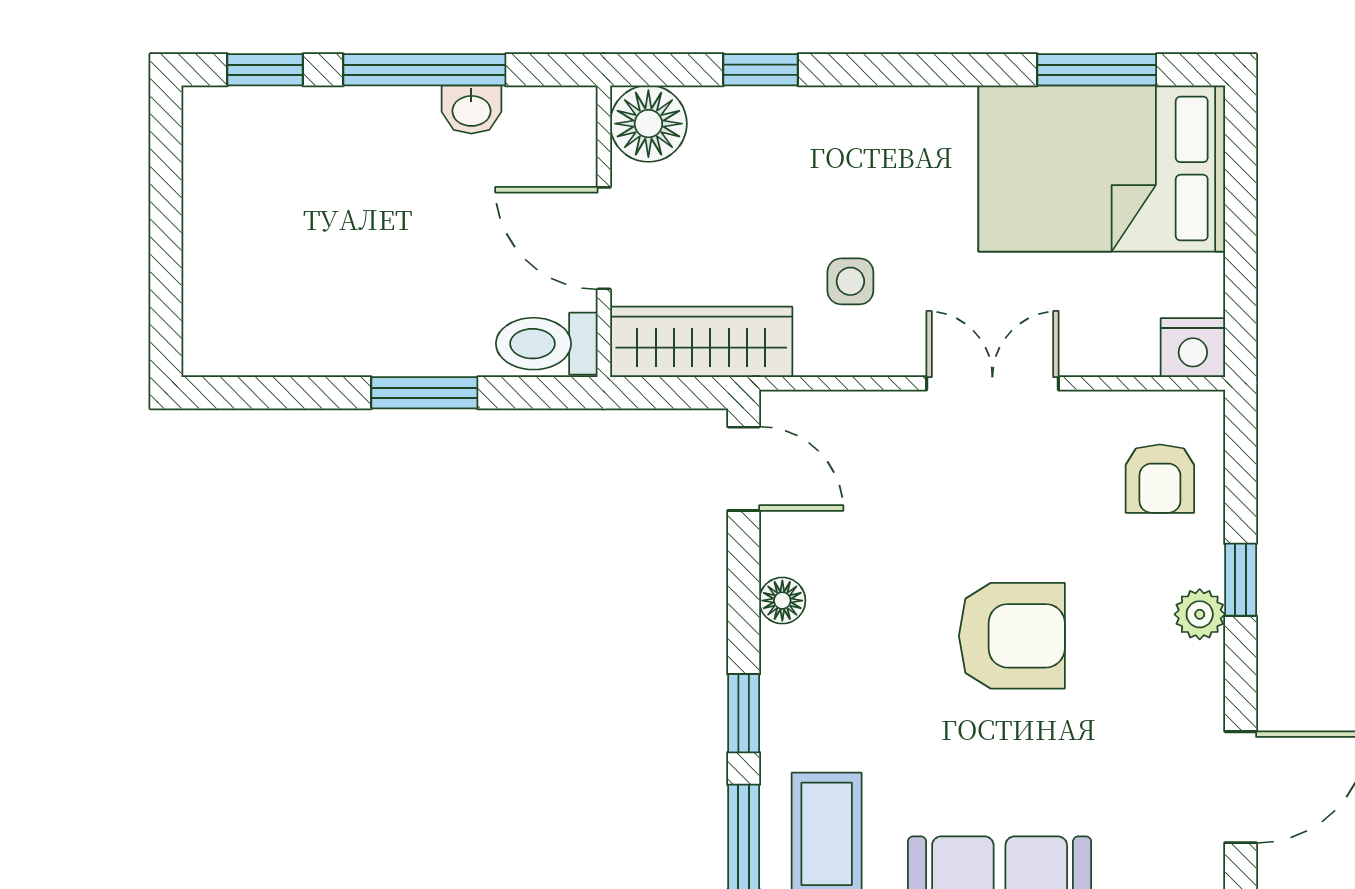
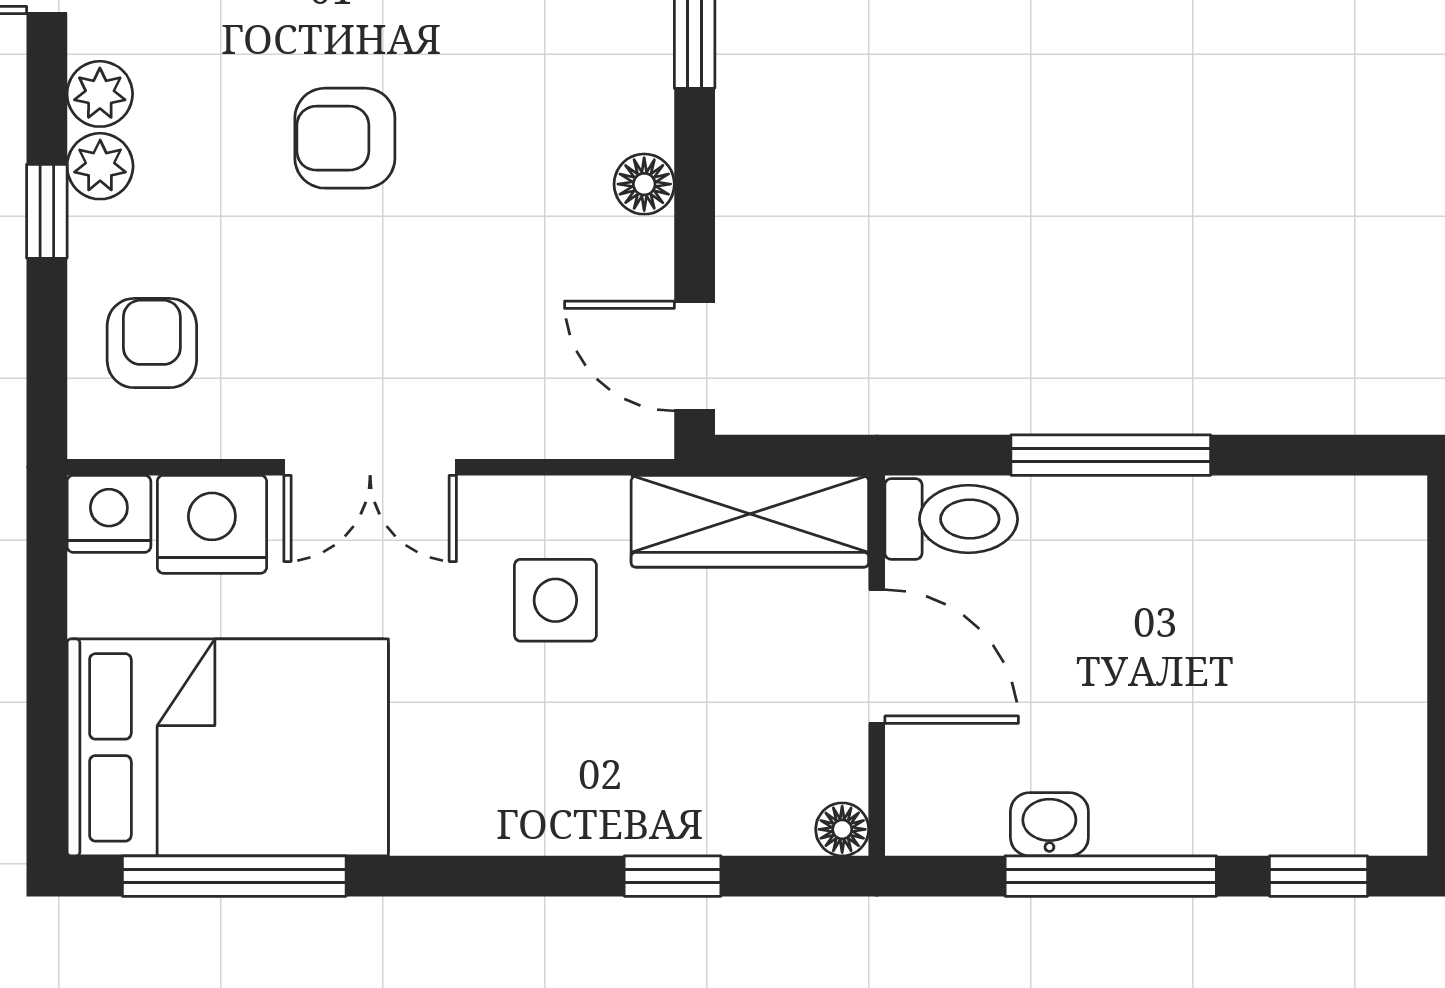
window: (1097, 70) -> (234, 876), width x1.44
floor lamp: (648, 124) -> (842, 829), width x0.53, depth x0.53
side table: (850, 281) -> (555, 600), width x1.37, depth x1.37
nightstand: (1114, 340) -> (212, 524), added
window: (424, 393) -> (1111, 455), width x1.44
armchair: (1012, 636) -> (345, 138), width x0.72, depth x0.72
plant: (1200, 670) -> (100, 94), added

